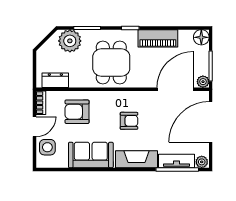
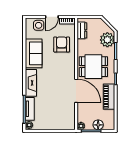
floor lamp: (201, 37) -> (98, 125), moved
door: (175, 89) -> (76, 91), moved
armchair: (129, 121) -> (56, 78), removed
door: (211, 122) -> (55, 131), removed
door: (35, 127) -> (52, 17), hinge flipped

